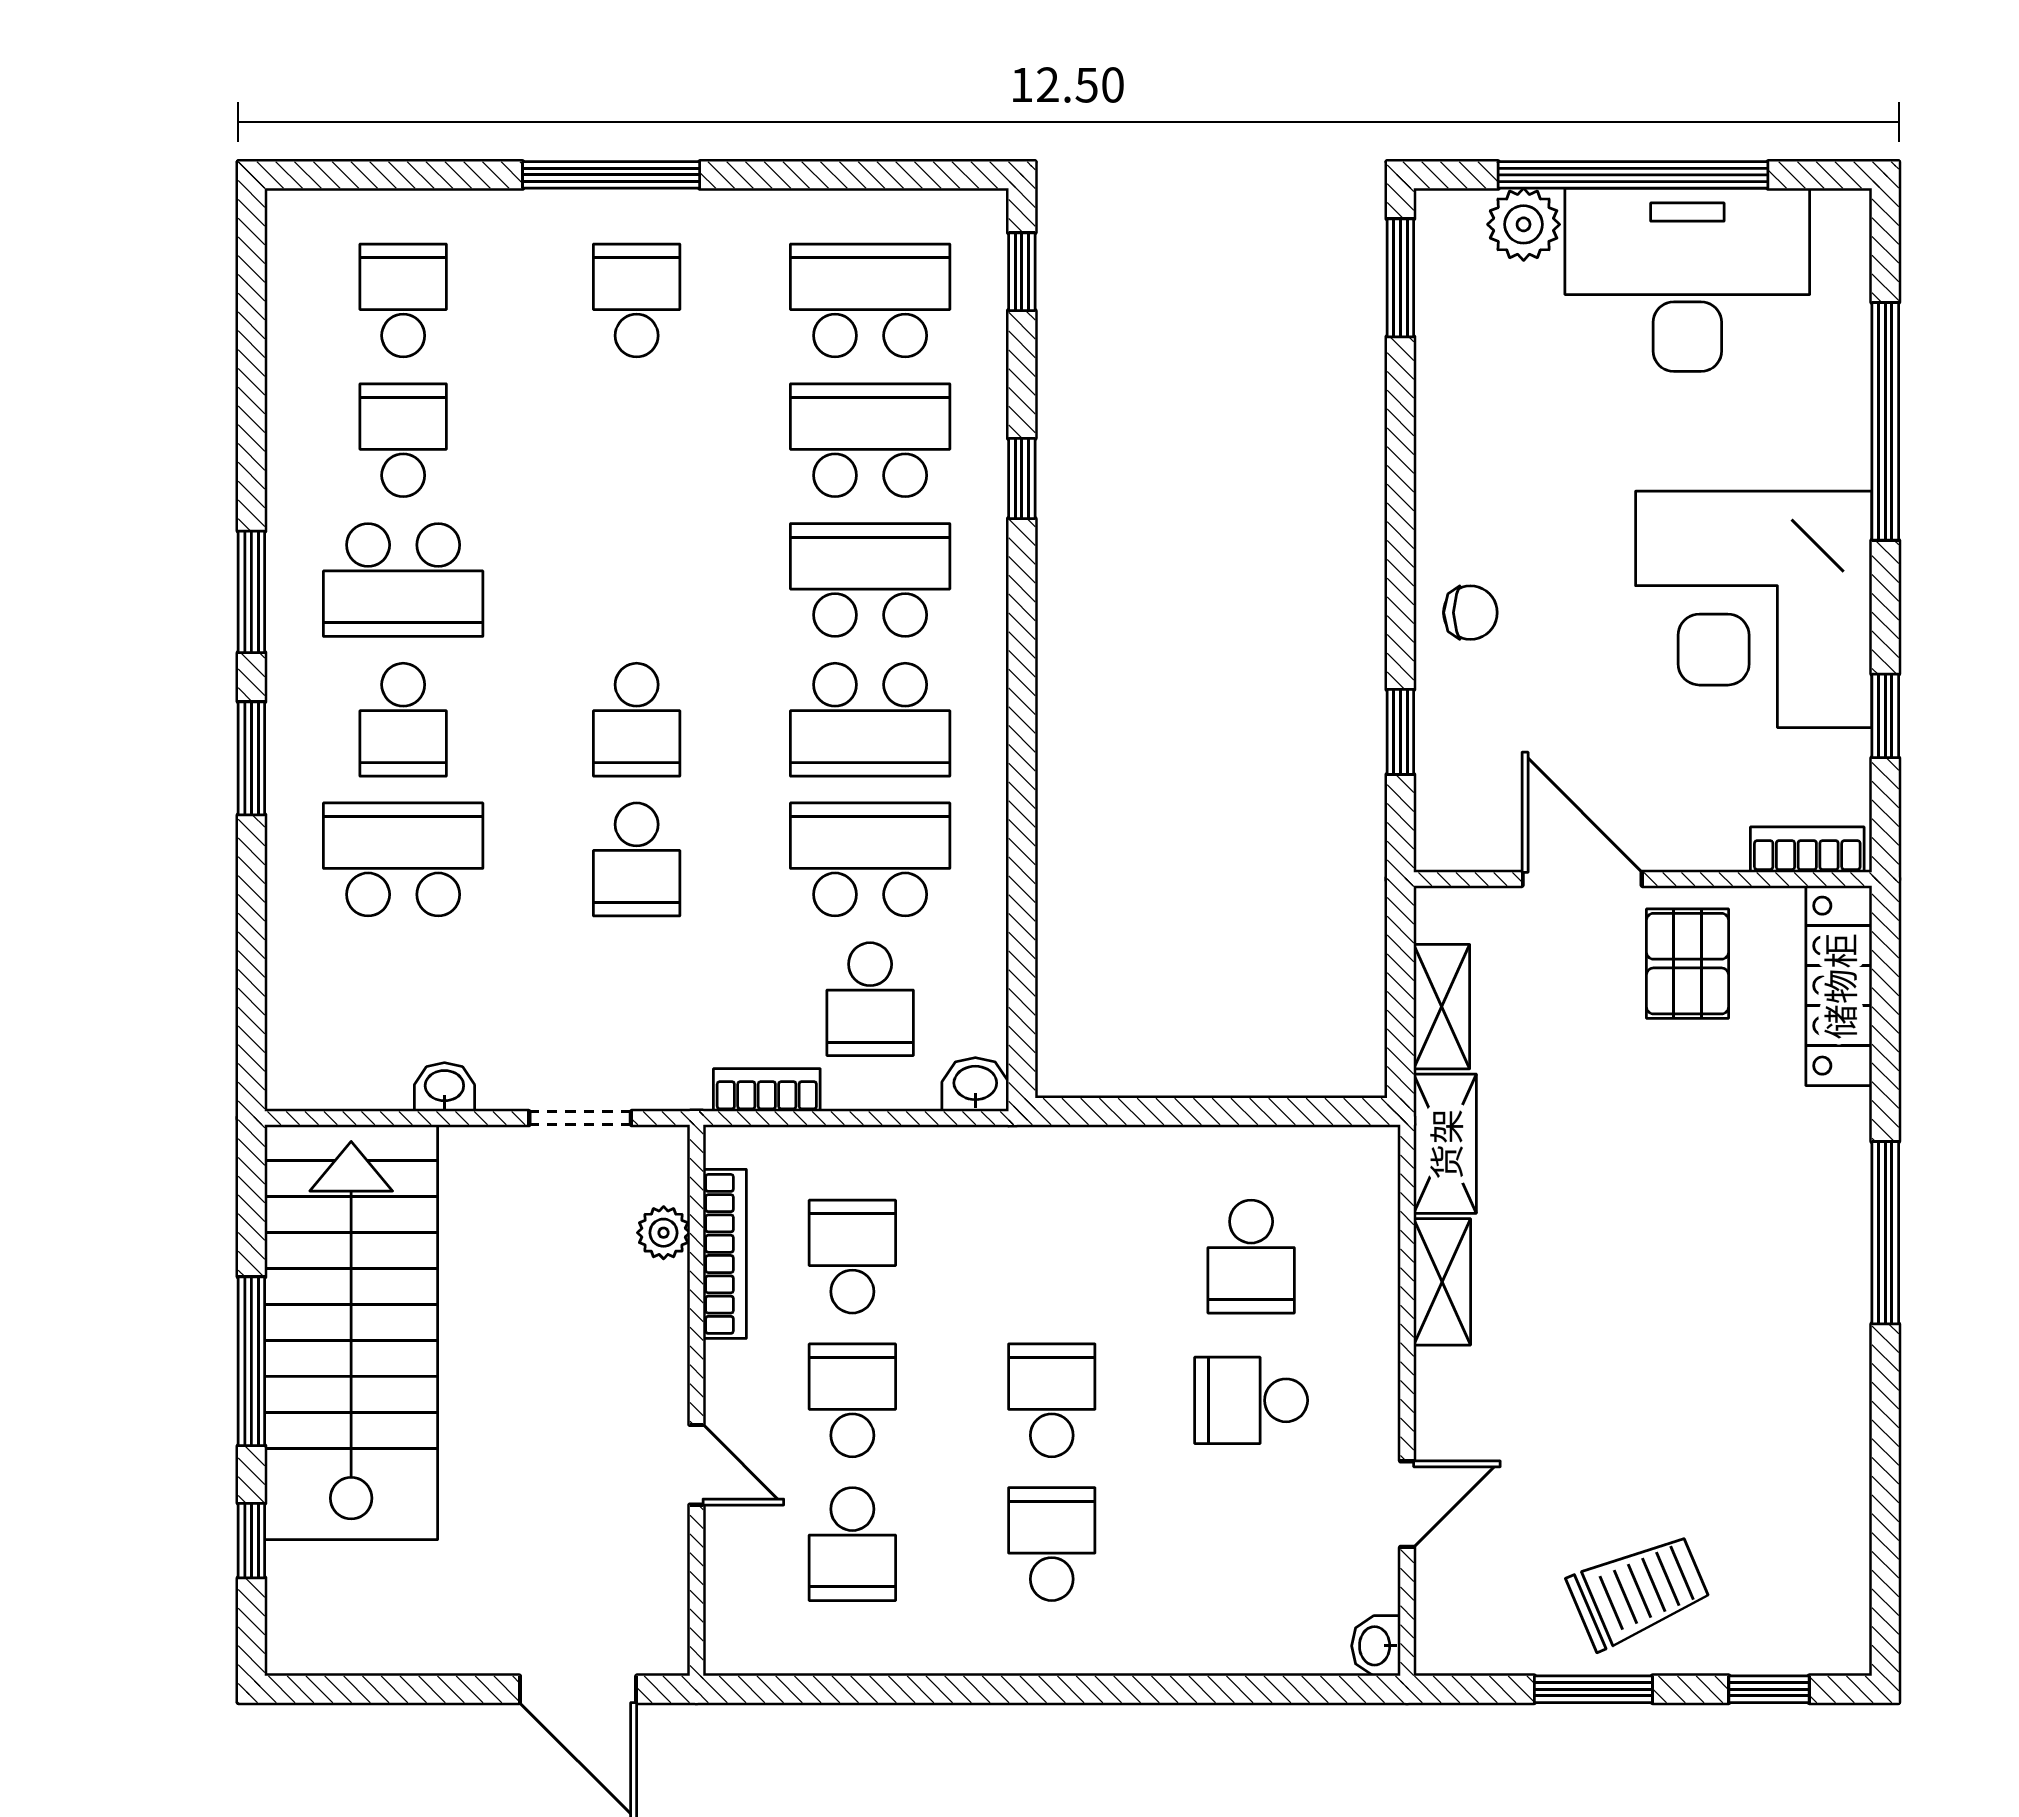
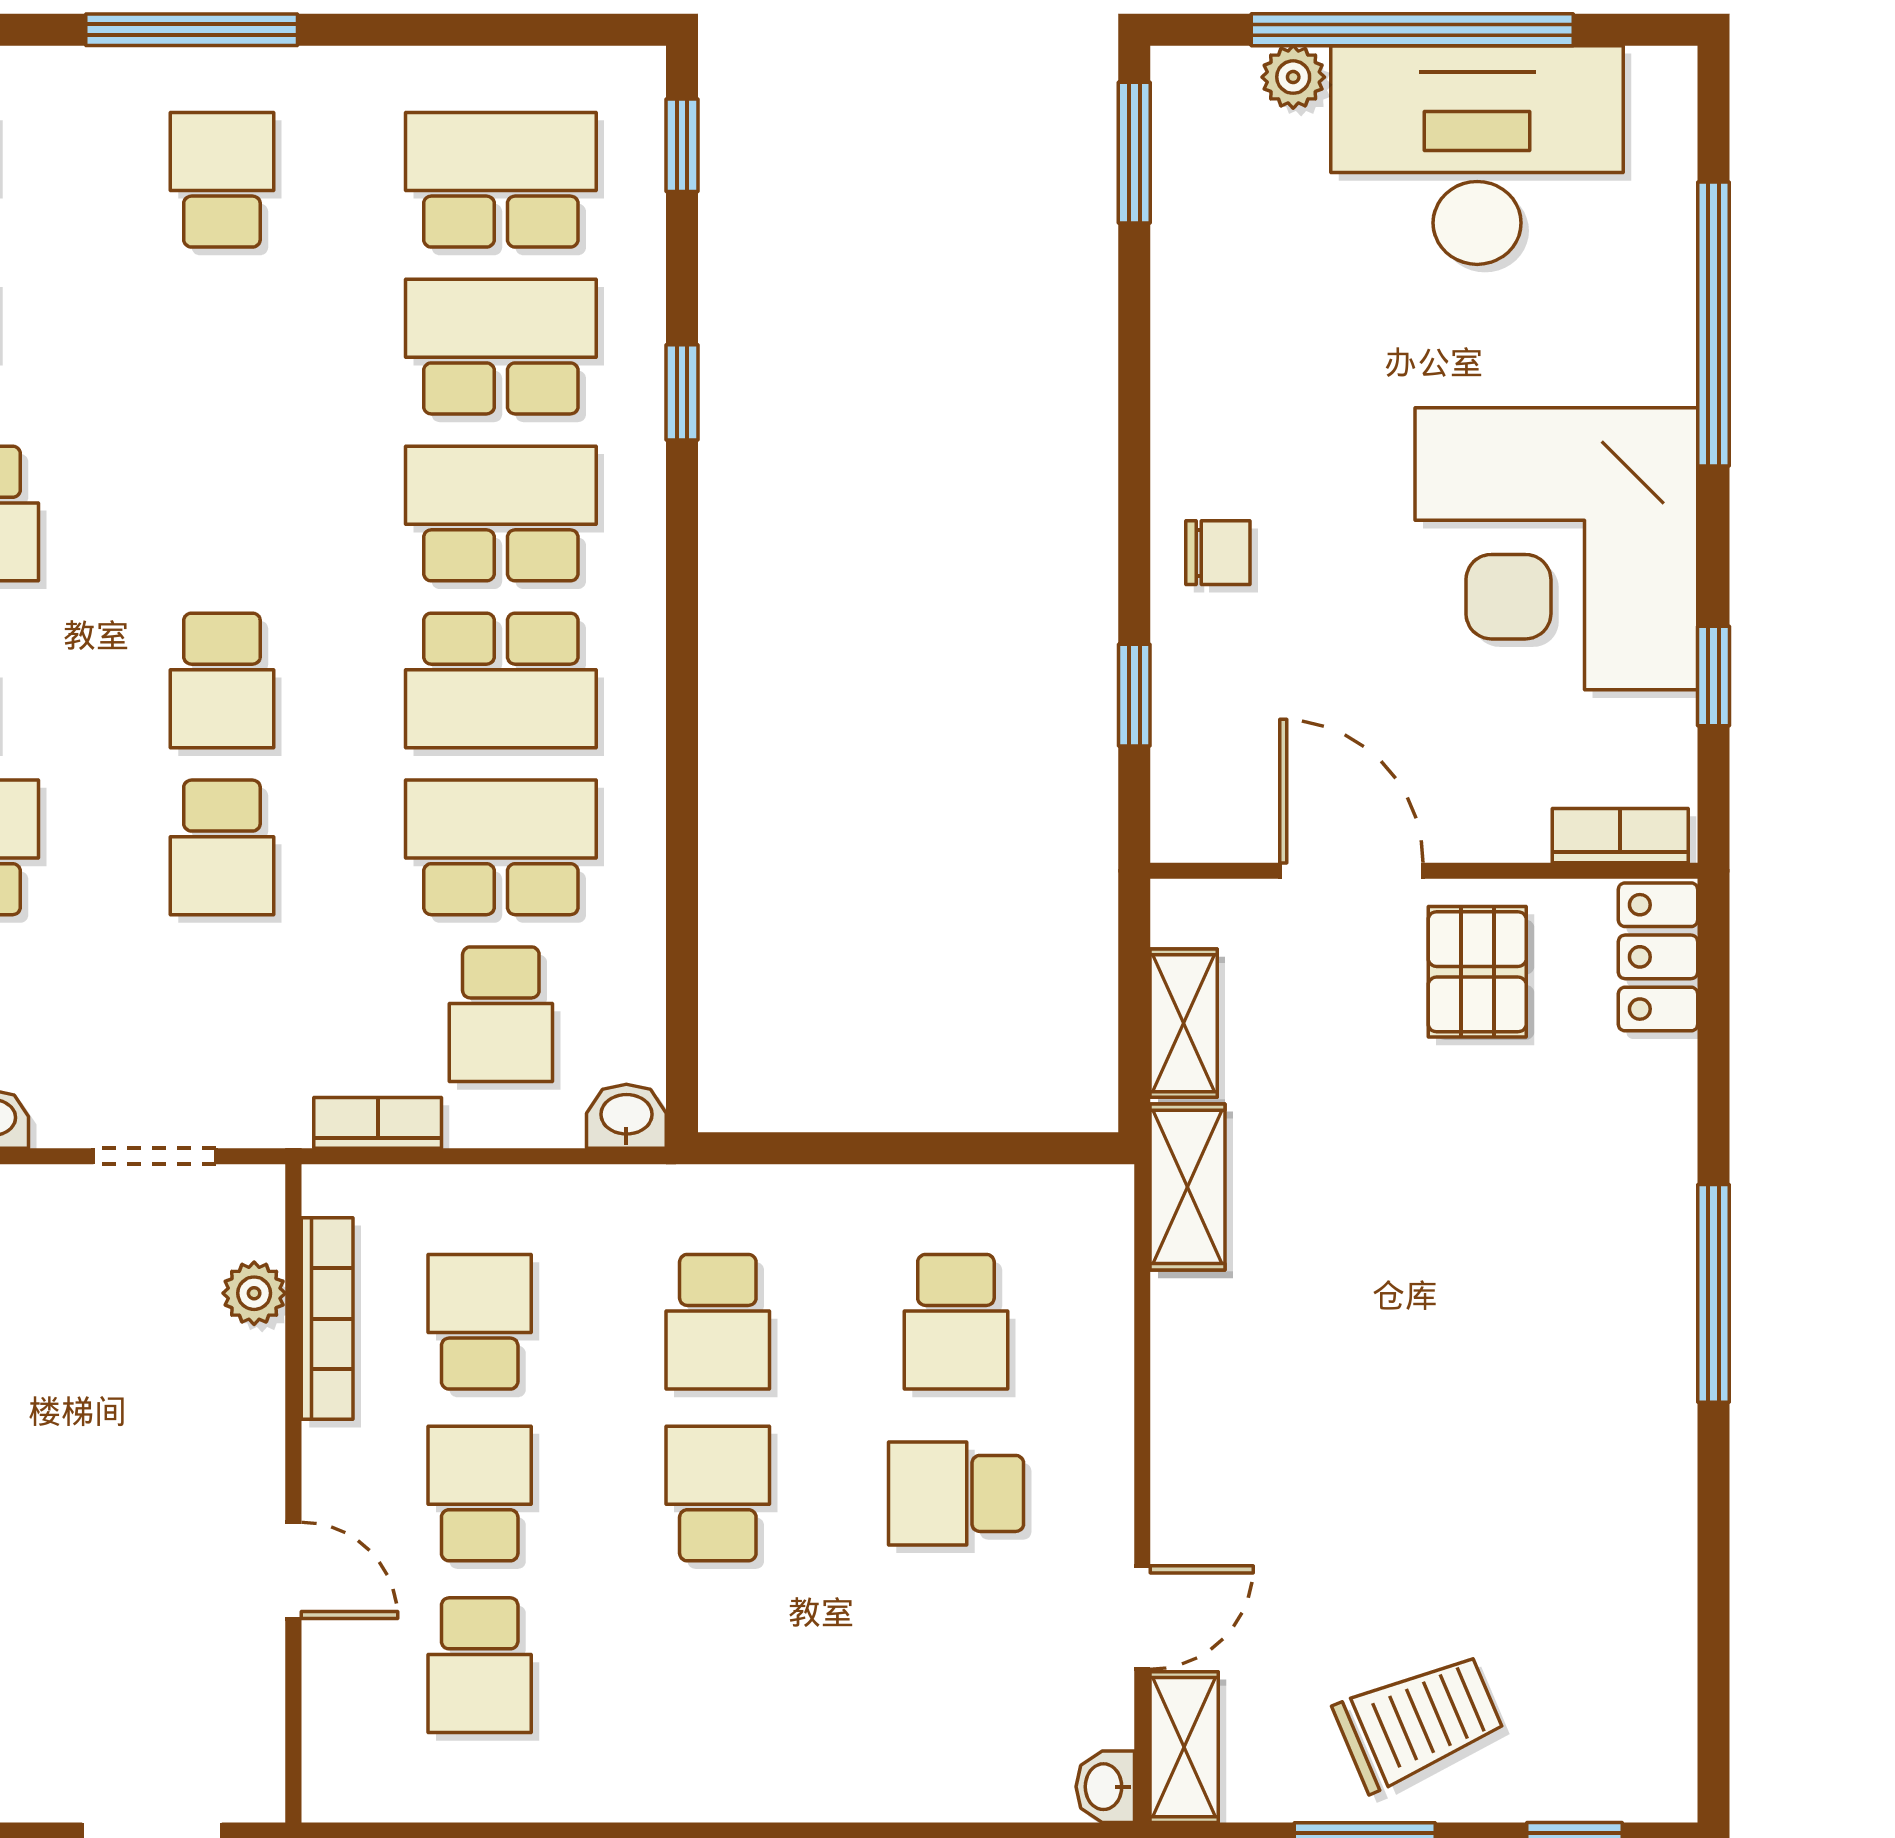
plant: (1524, 224) -> (1293, 77), width x0.73, depth x0.73
locker: (1839, 986) -> (1658, 957), width x0.66
shelving: (1442, 1282) -> (1184, 1747), moved
school desk: (1052, 1544) -> (718, 1322), moved, turned 180

